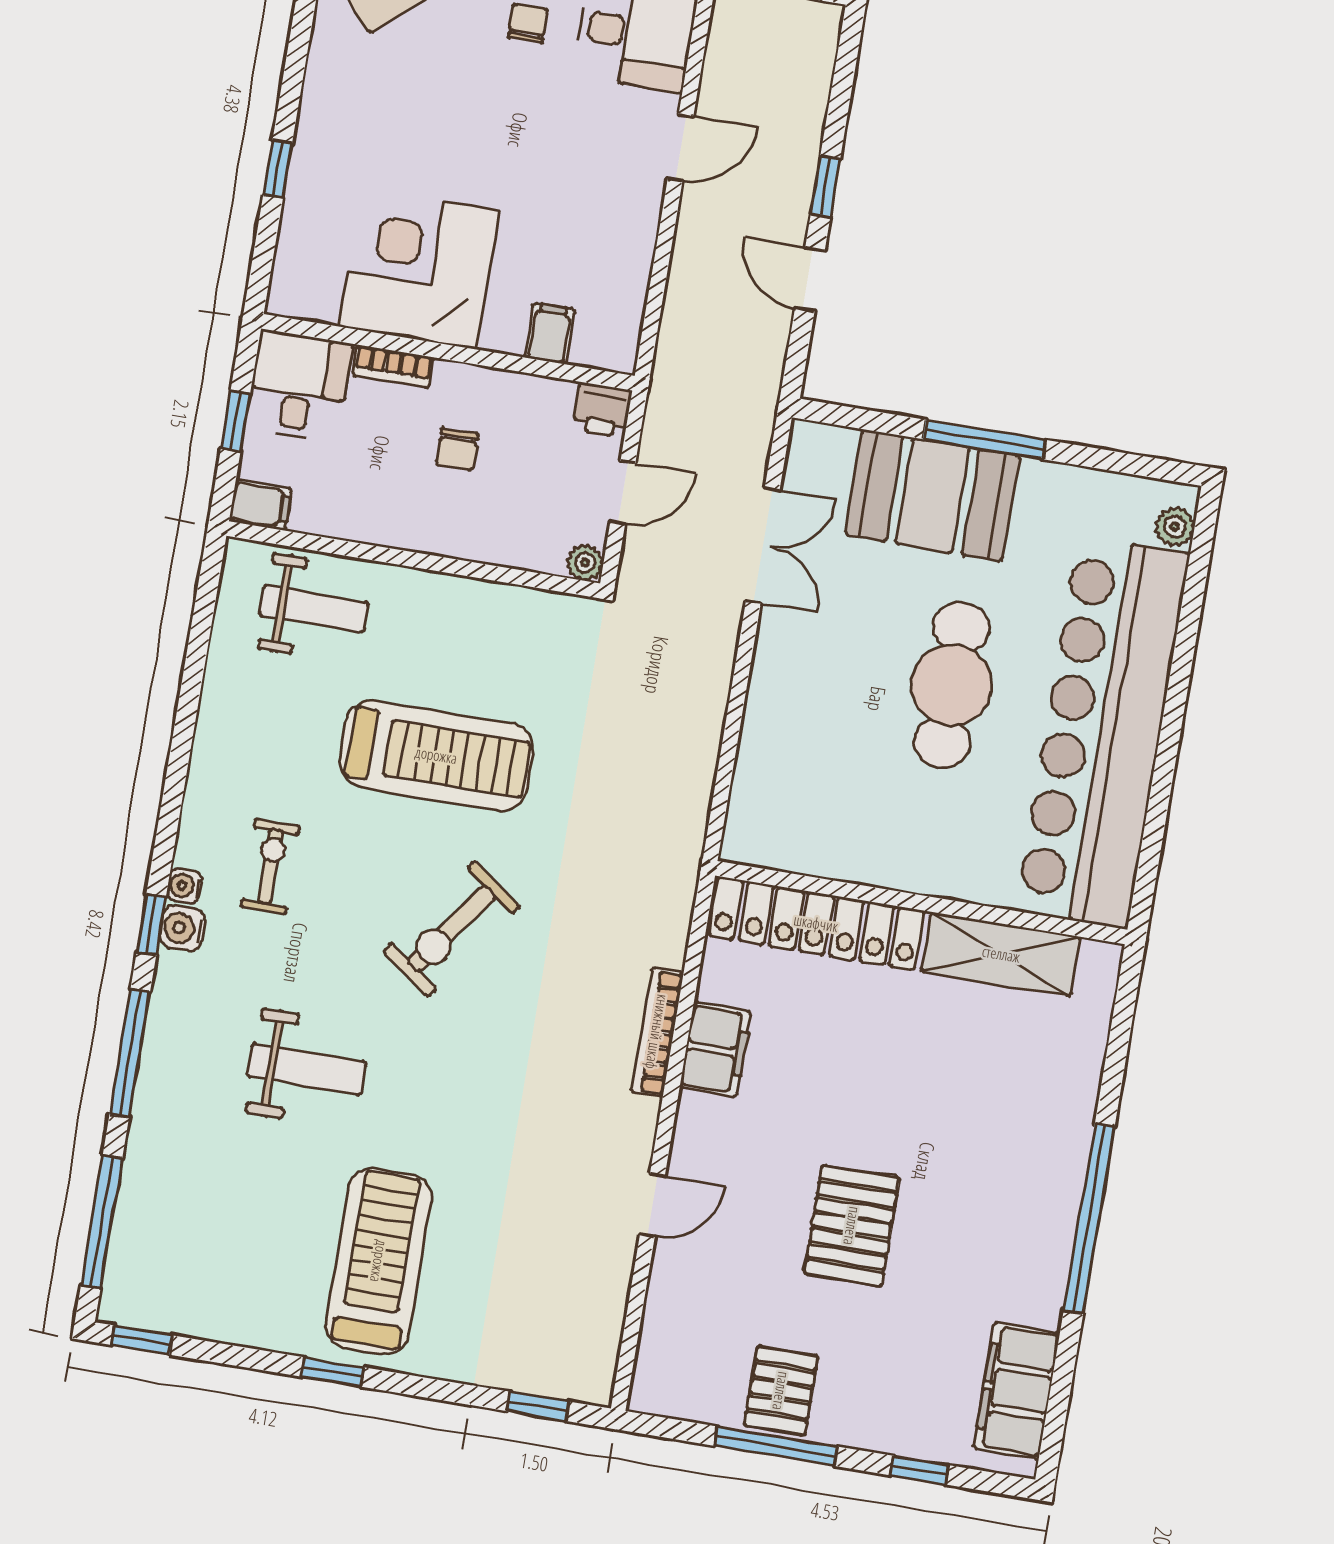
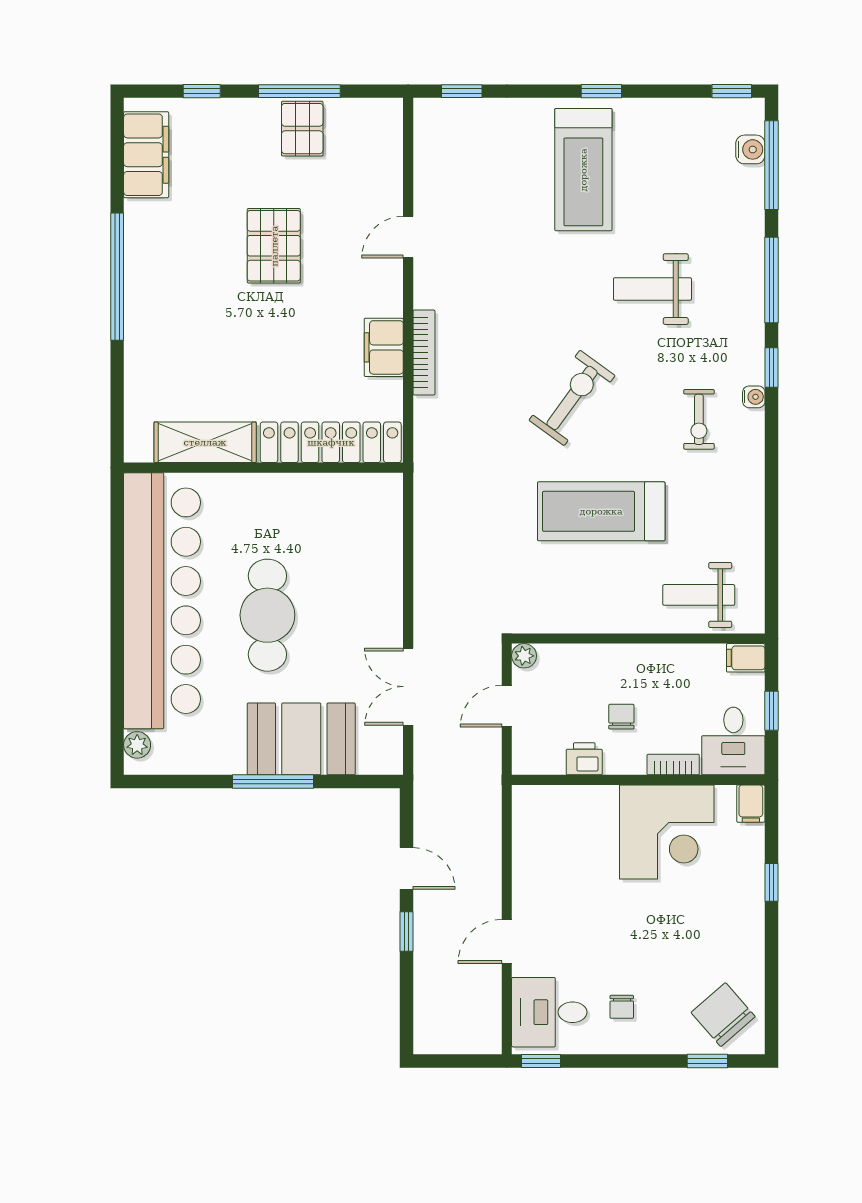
filing cabinet: (550, 334) -> (751, 804), moved
printer: (602, 410) -> (584, 759), moved
water cooler: (182, 928) -> (750, 149), moved

